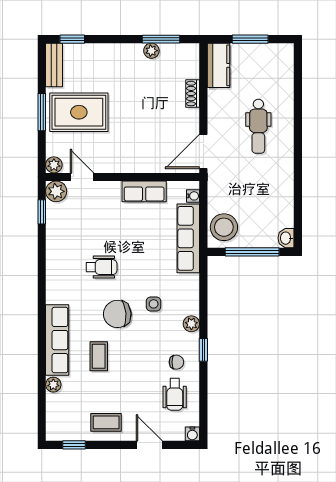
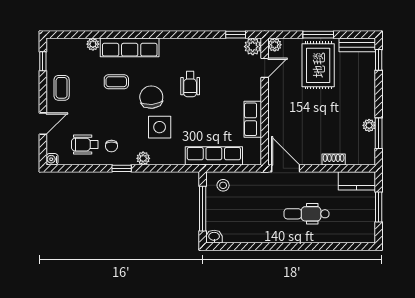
water cooler: (193, 196) -> (249, 160), removed
stool: (224, 227) -> (223, 185), width x0.53, depth x0.53
side table: (154, 304) -> (160, 127), width x1.87, depth x1.87

